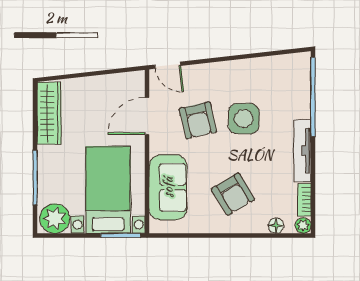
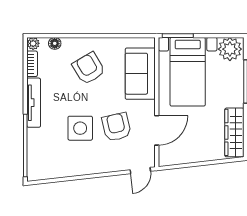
door: (168, 65) -> (140, 171), swing flipped

